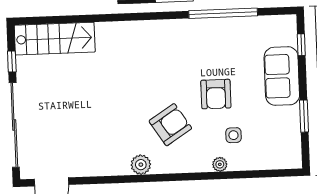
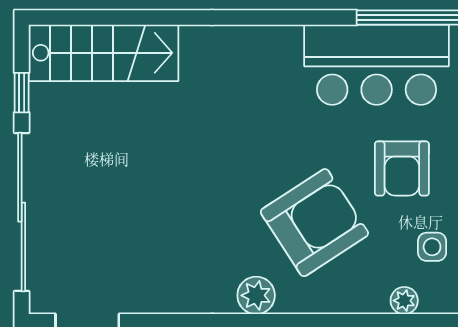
bar counter: (200, 39) -> (377, 65), added
armchair: (170, 125) -> (314, 223), width x1.36, depth x1.36

